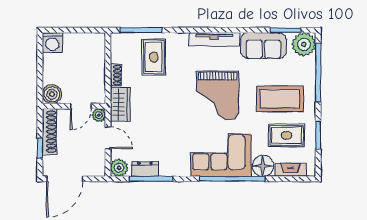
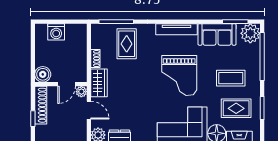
washing machine: (52, 43) -> (56, 32), moved
coffee table: (280, 99) -> (231, 78), width x0.73, depth x0.76

